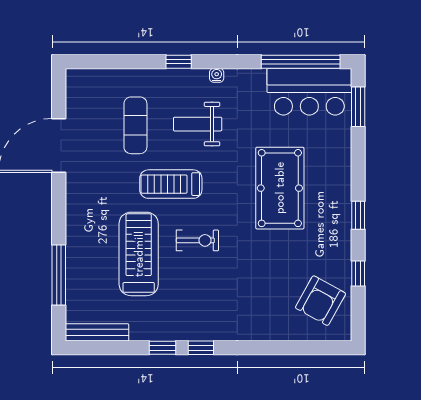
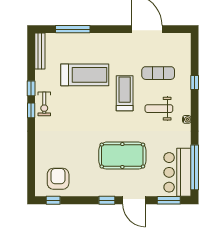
window: (179, 62) -> (195, 82), moved
weight bench: (198, 124) -> (159, 109), turned -90
door: (358, 168) -> (134, 200), added
exercise bike: (197, 240) -> (44, 104), moved
window: (358, 273) -> (53, 200), moved
armchair: (320, 301) -> (58, 179), turned 61

